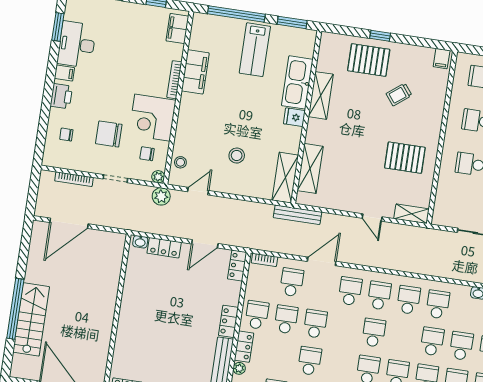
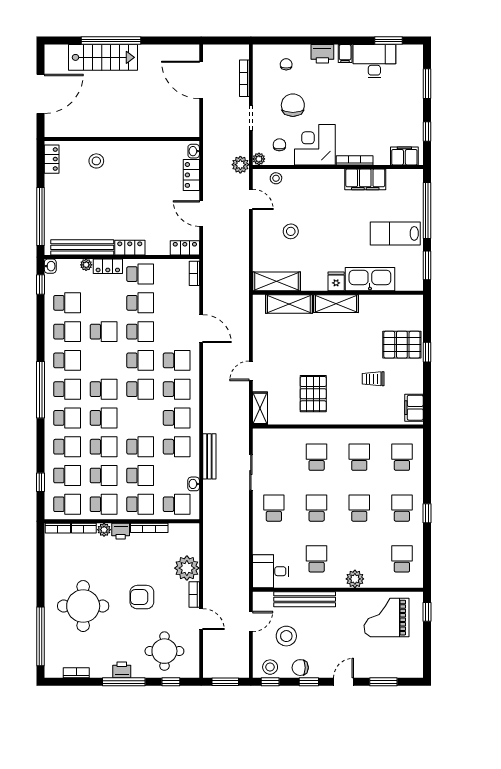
filing cabinet: (442, 59) -> (414, 408), width x2.00
pallet: (369, 60) -> (402, 345), turned 90
trolley: (399, 94) -> (373, 379), turned -52
shelving: (321, 95) -> (336, 304), moved
bench: (297, 215) -> (209, 456), moved
school desk: (292, 282) -> (140, 360), moved
stool: (135, 342) -> (96, 161), added

